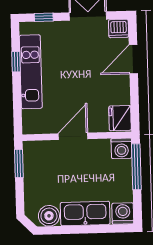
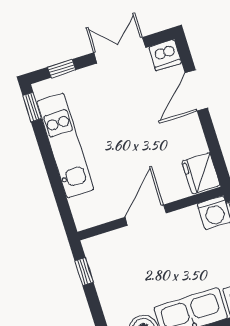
window: (16, 62) -> (32, 107), moved
window: (19, 163) -> (84, 272), width x0.67

